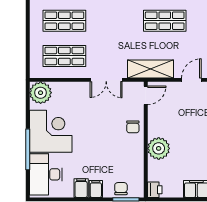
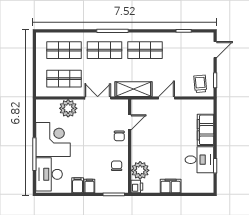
shop shelf: (115, 21) -> (105, 50), added
double door: (106, 80) -> (98, 98), swing flipped
plant: (41, 93) -> (68, 108), moved
door: (146, 95) -> (130, 122), moved
plant: (159, 148) -> (140, 170), moved
chair: (121, 189) -> (117, 166), moved

